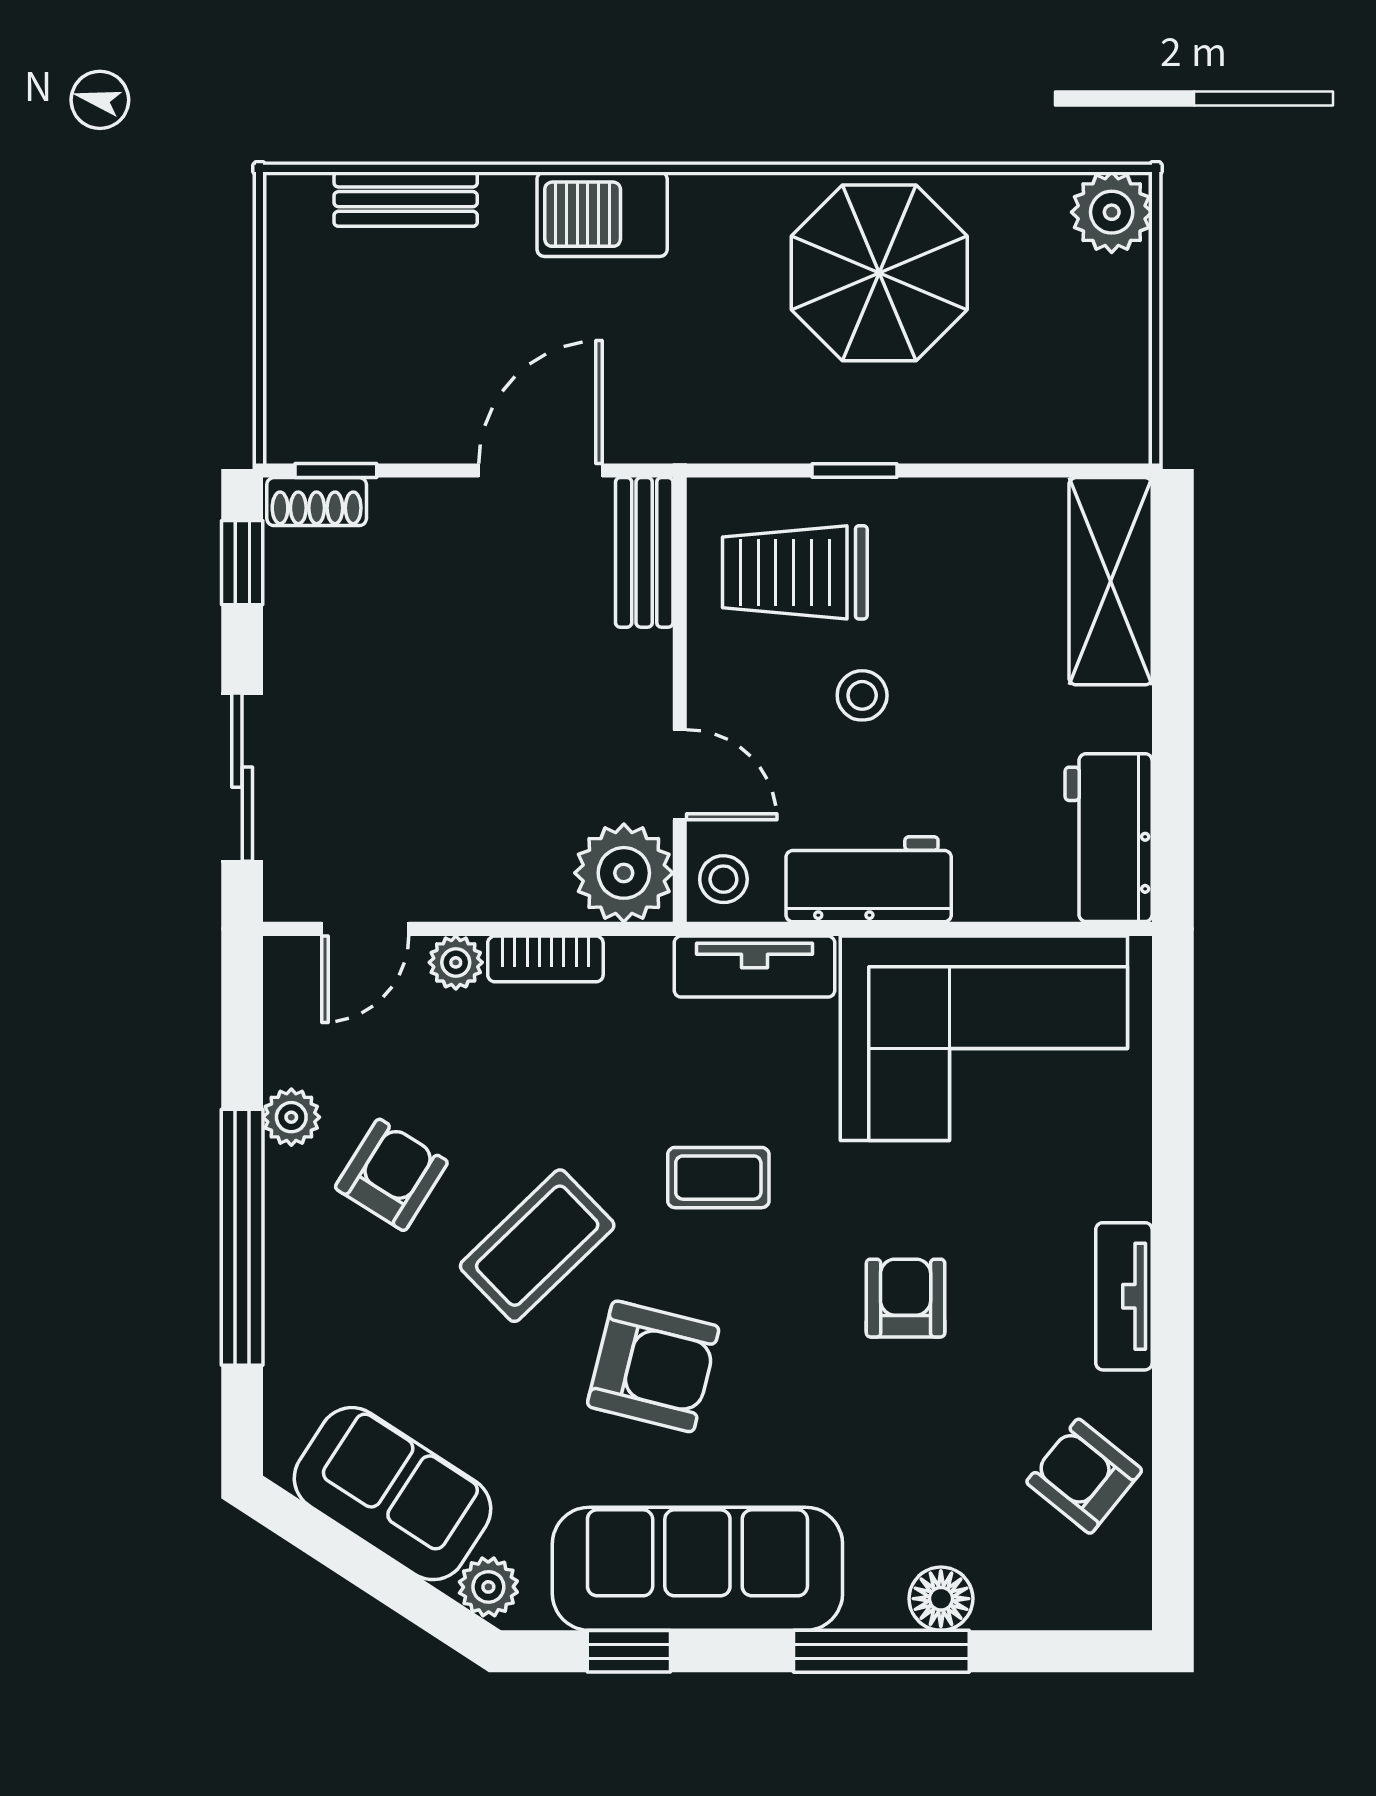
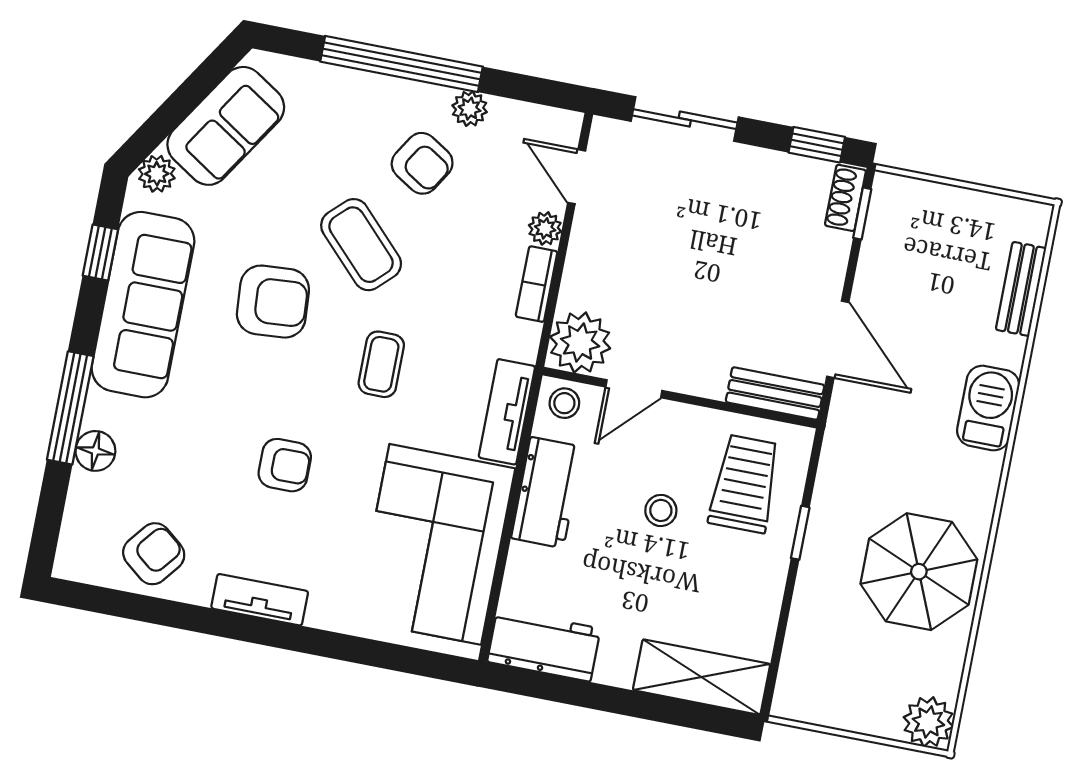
armchair: (653, 1366) -> (273, 302), turned -108

